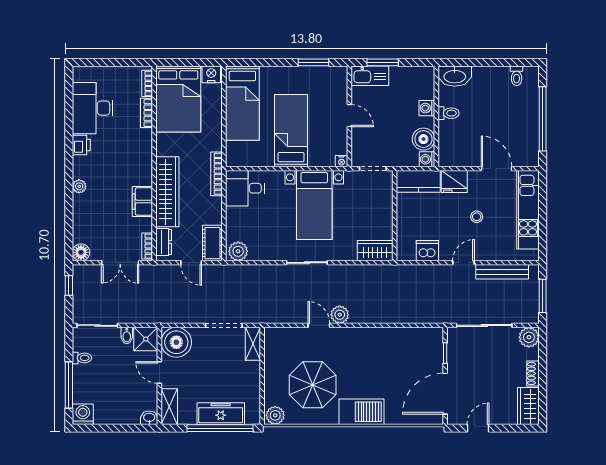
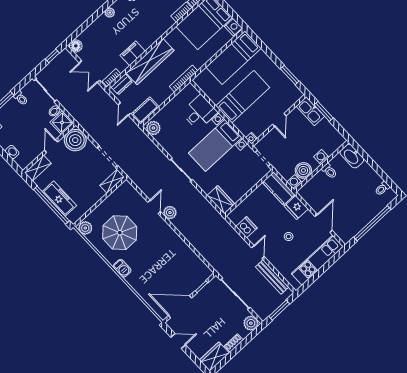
desk: (245, 188) -> (199, 112), moved, turned 90
door: (463, 263) -> (258, 252), hinge flipped
barbecue: (362, 412) -> (122, 268), width x0.53, depth x0.65
washbasin: (149, 418) -> (12, 152), moved

